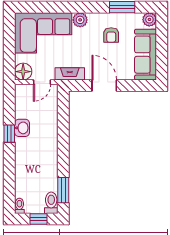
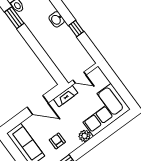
floor lamp: (23, 72) -> (97, 75), removed
door: (42, 82) -> (80, 77), swing flipped
washbasin: (22, 128) -> (57, 19), moved

